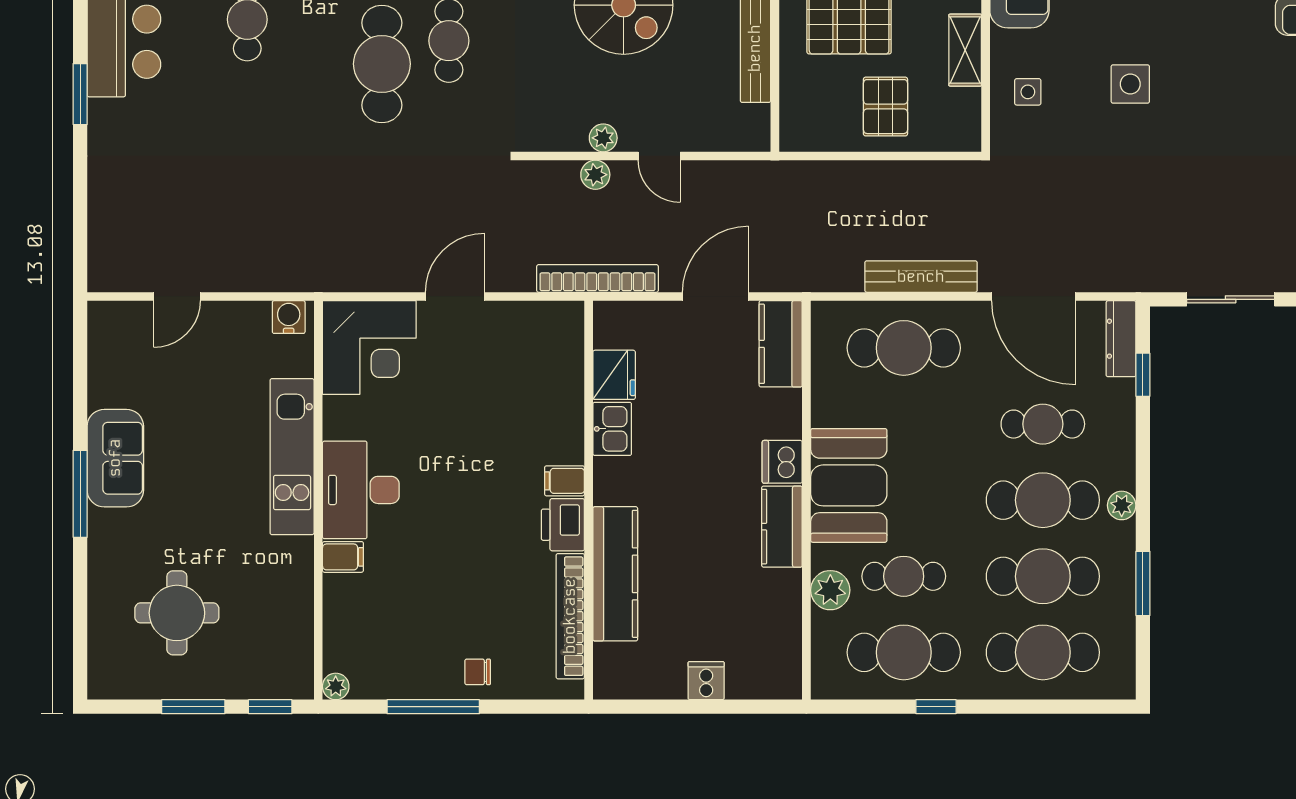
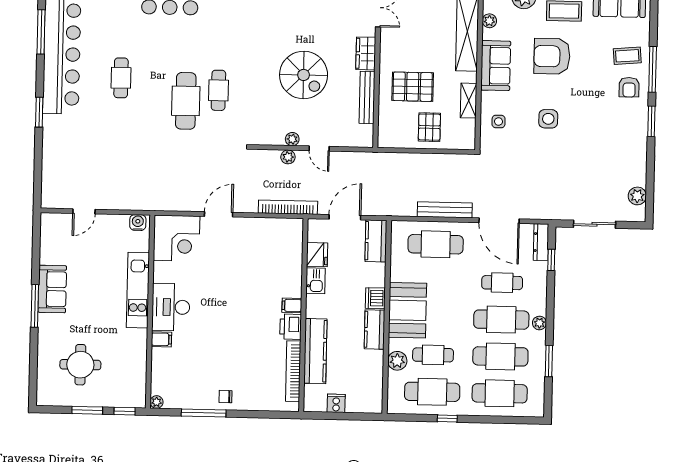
fridge: (614, 375) -> (317, 255), moved
kitchen sink: (612, 429) -> (315, 281), moved
filing cabinet: (565, 481) -> (292, 305), moved
wall: (589, 500) -> (303, 315), moved
printer: (563, 525) -> (291, 327), moved
kitchen counter: (615, 574) -> (315, 351), moved
bookcase: (570, 616) -> (293, 371), moved

